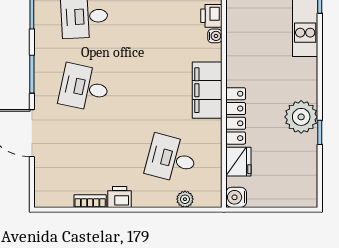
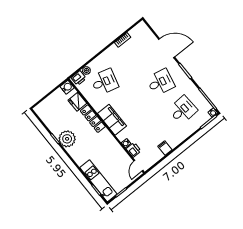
printer: (120, 197) -> (79, 78), moved

